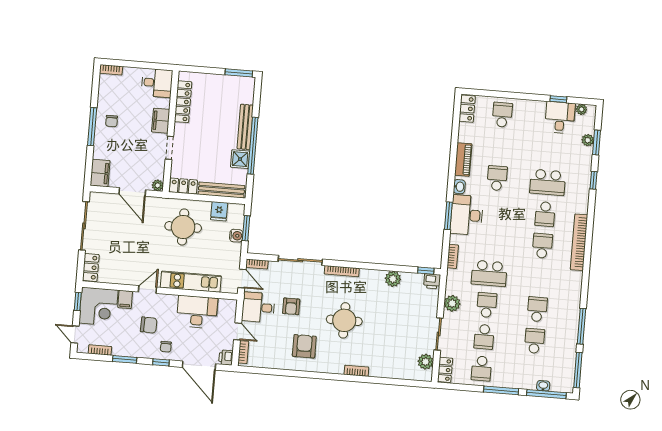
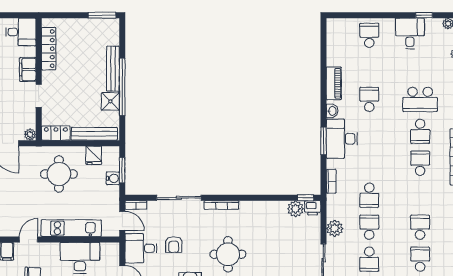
locker: (467, 109) -> (334, 32), removed
desk: (560, 117) -> (410, 33), moved
school desk: (489, 273) -> (369, 195), width x0.54
plant: (393, 279) -> (295, 209), moved

